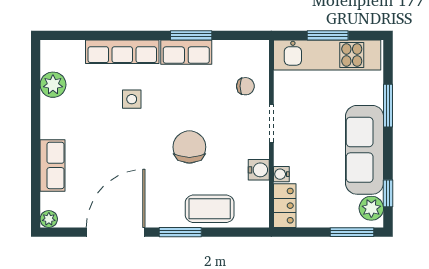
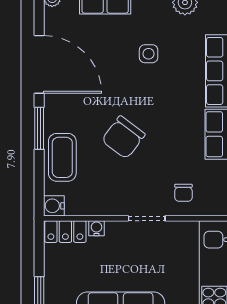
side table: (132, 99) -> (149, 54), moved
chair: (189, 147) -> (123, 137), turned 127
water cooler: (259, 170) -> (54, 206), moved, turned 90

